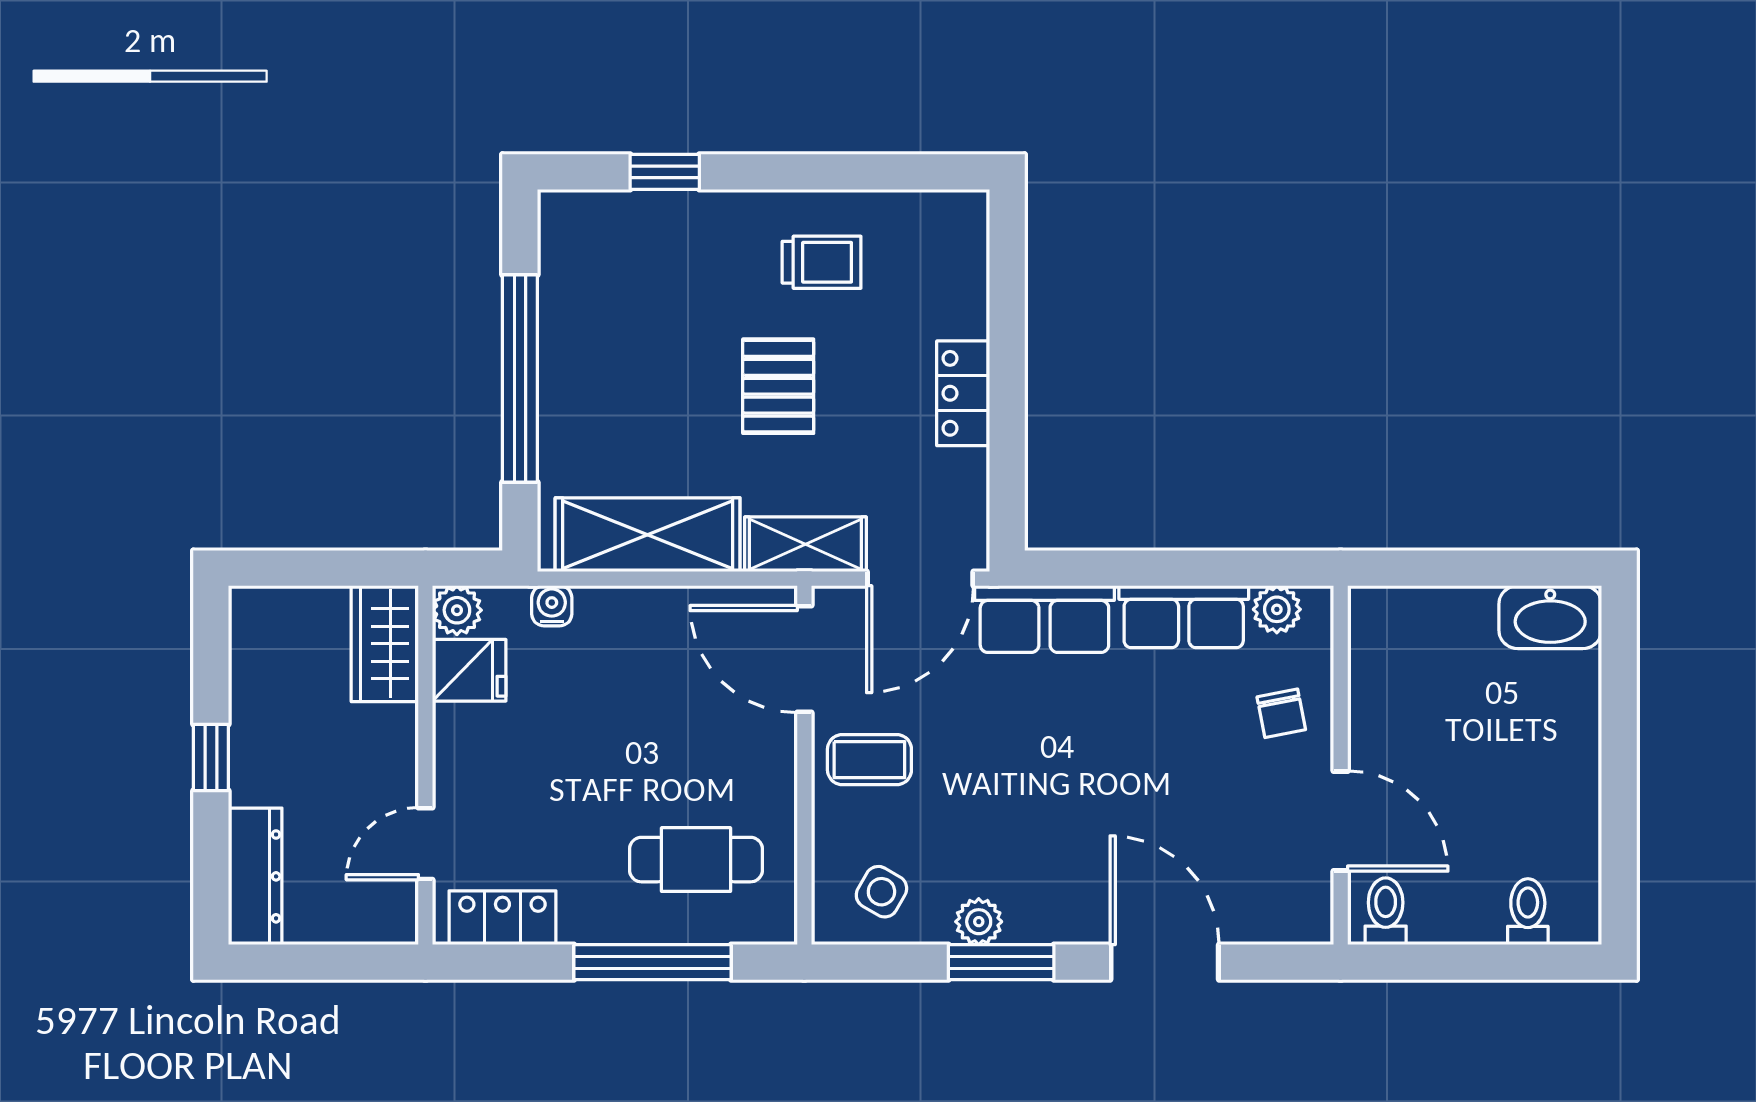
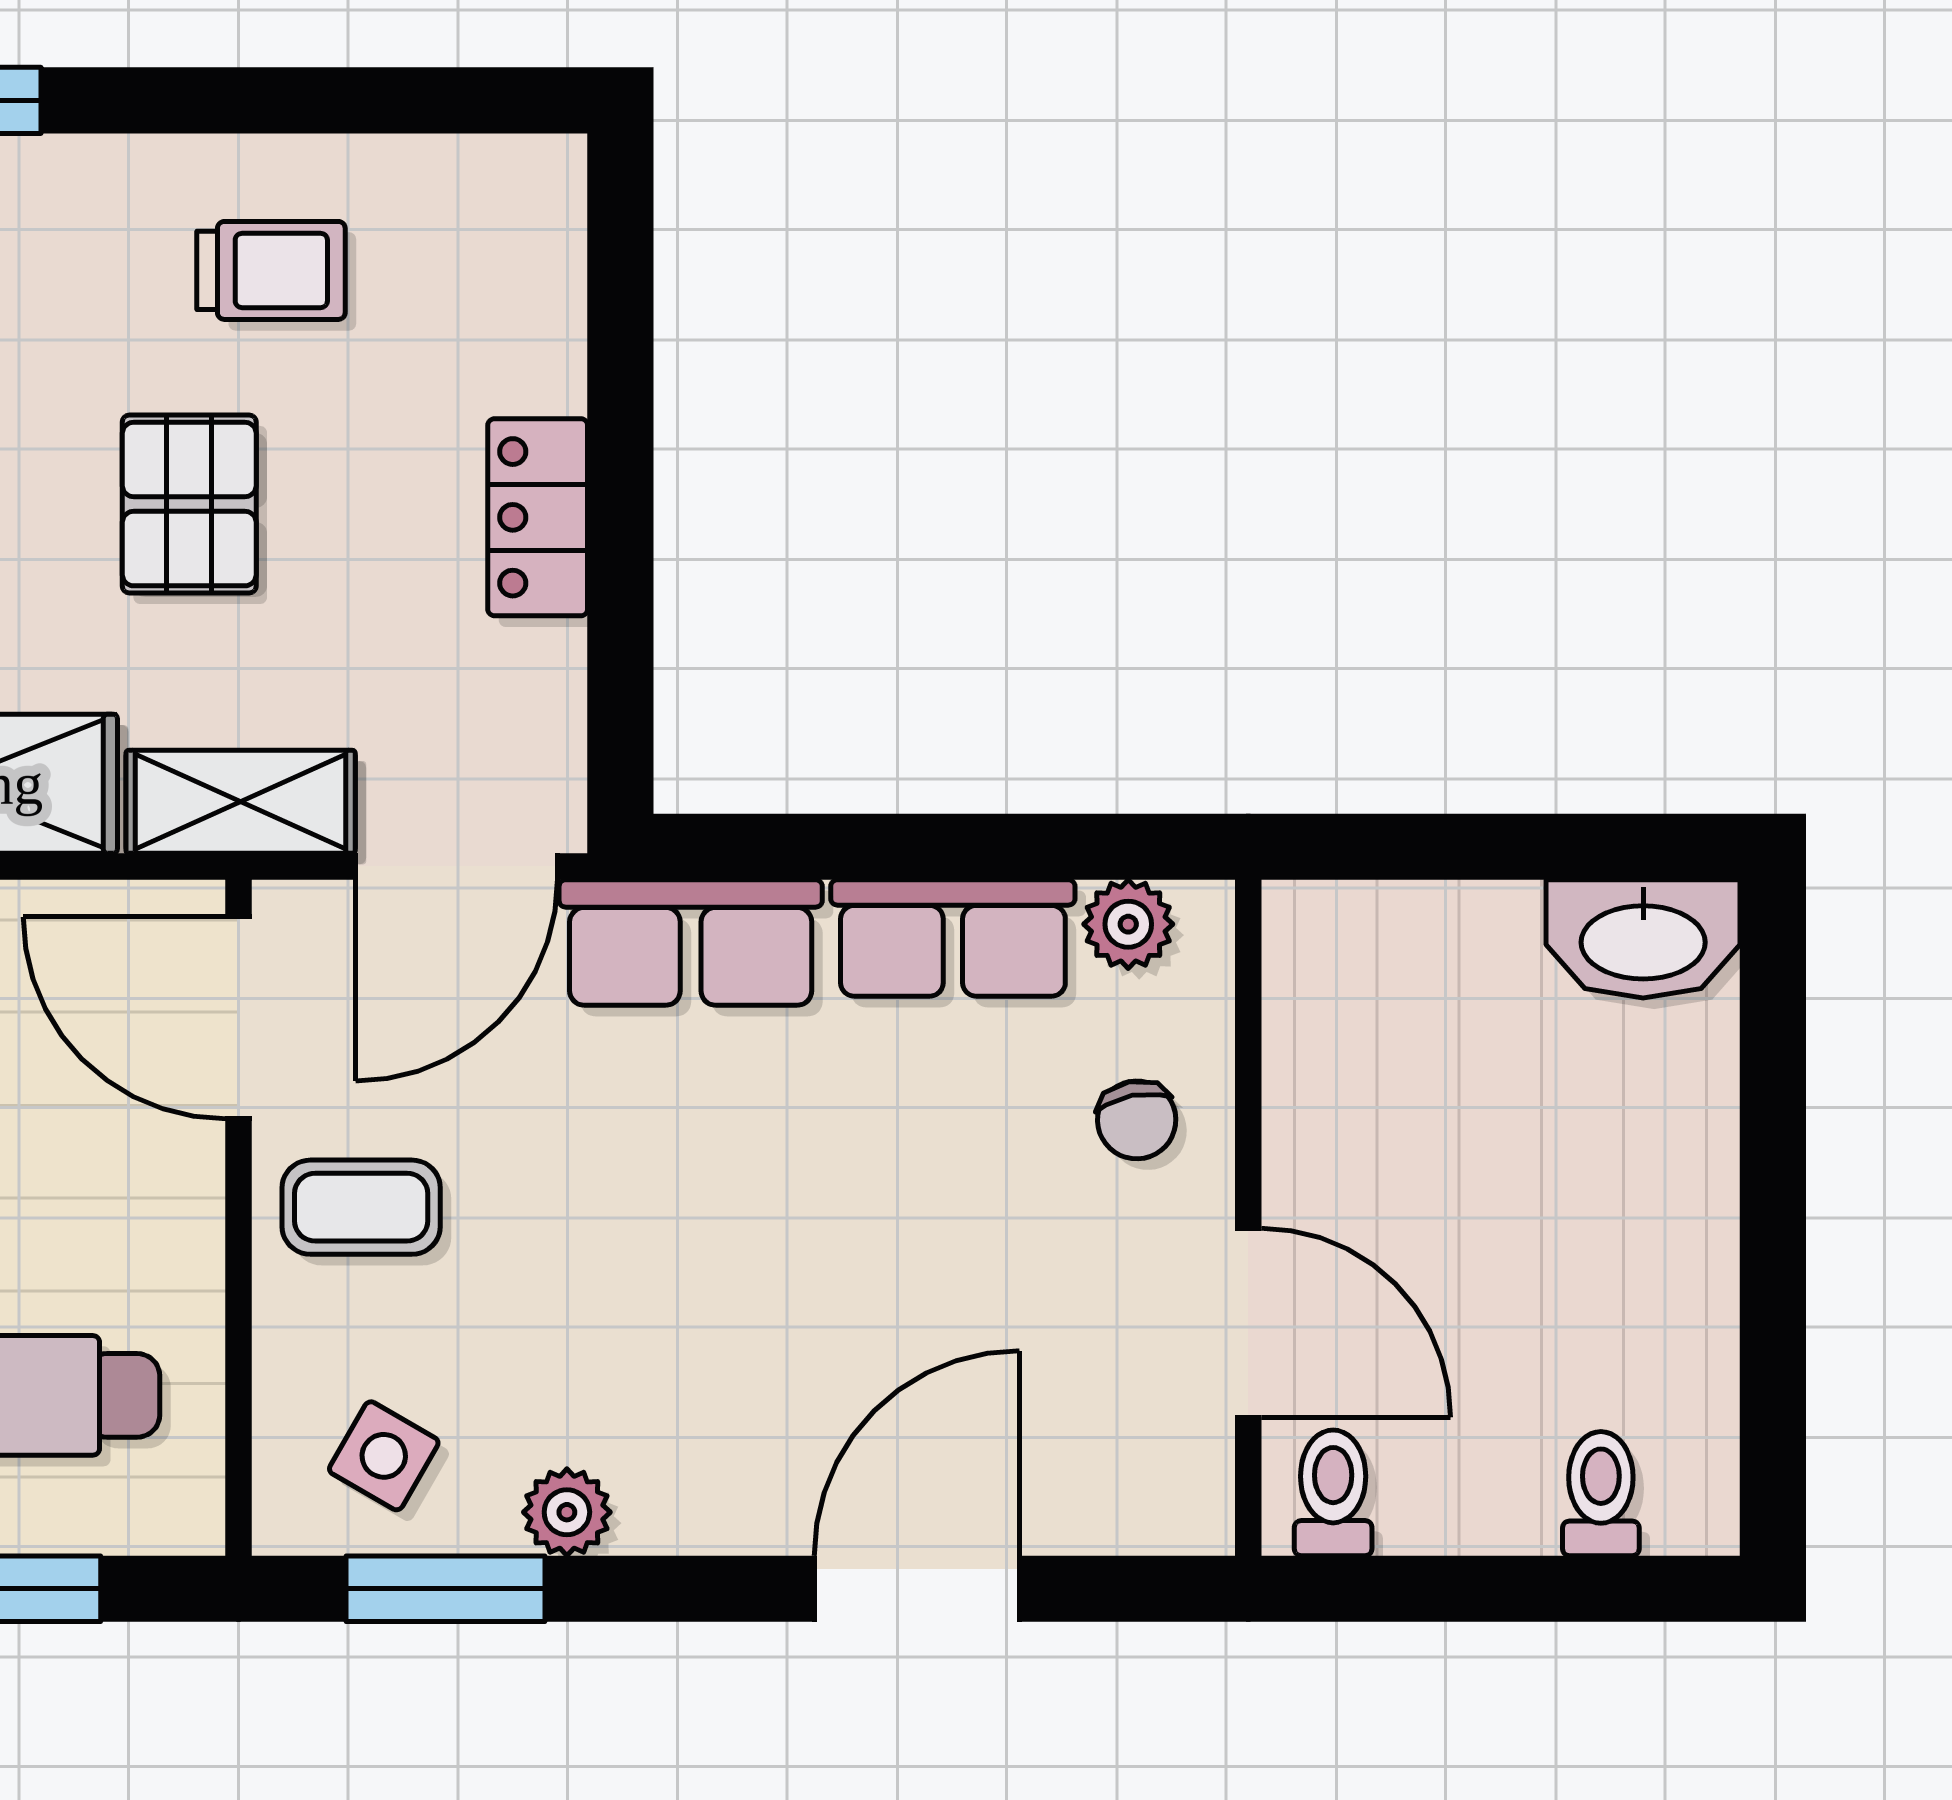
window: (1001, 962) -> (446, 1589), moved
door: (1165, 962) -> (917, 1589), hinge flipped

